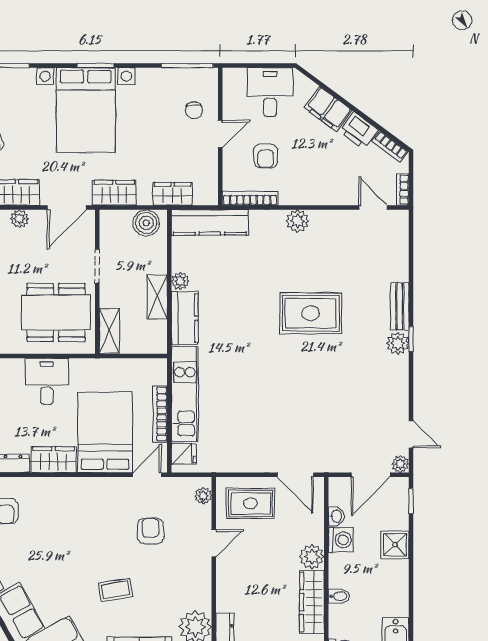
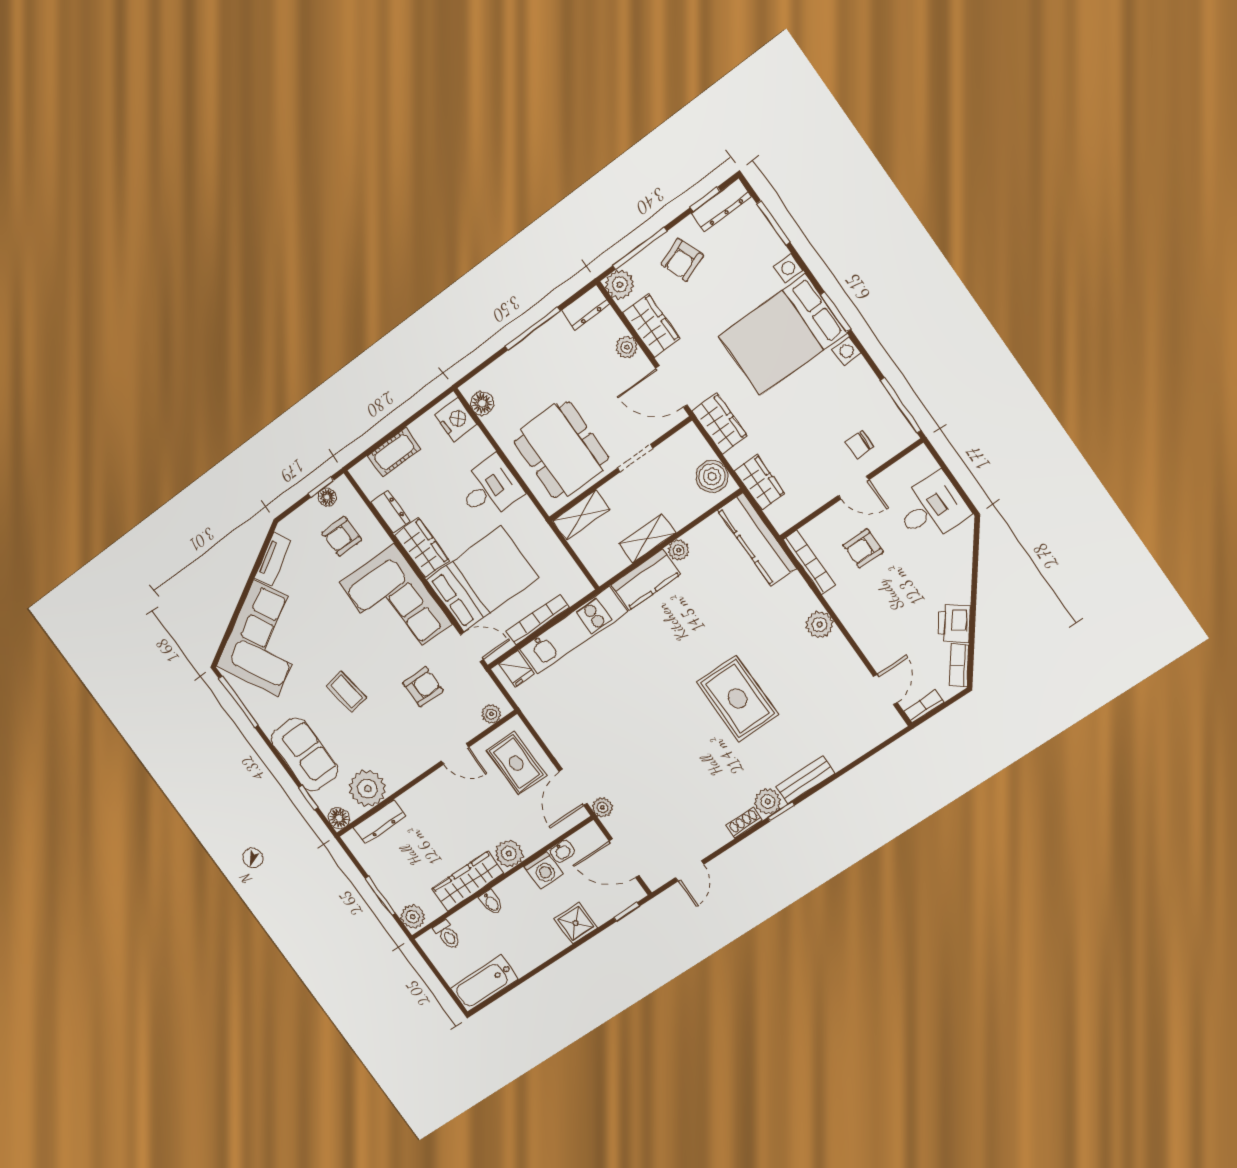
filing cabinet: (328, 109) -> (955, 578), removed
shoe rack: (402, 370) -> (744, 823), added
plant: (400, 464) -> (602, 807), moved
corner sofa: (79, 507) -> (395, 603), added

